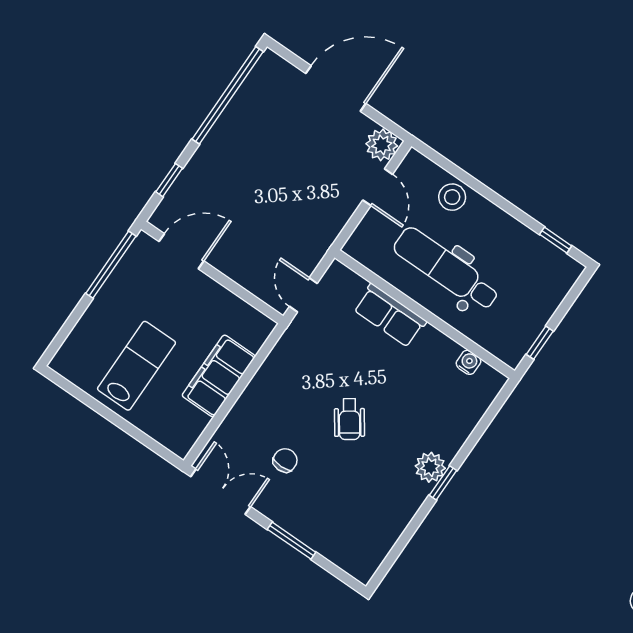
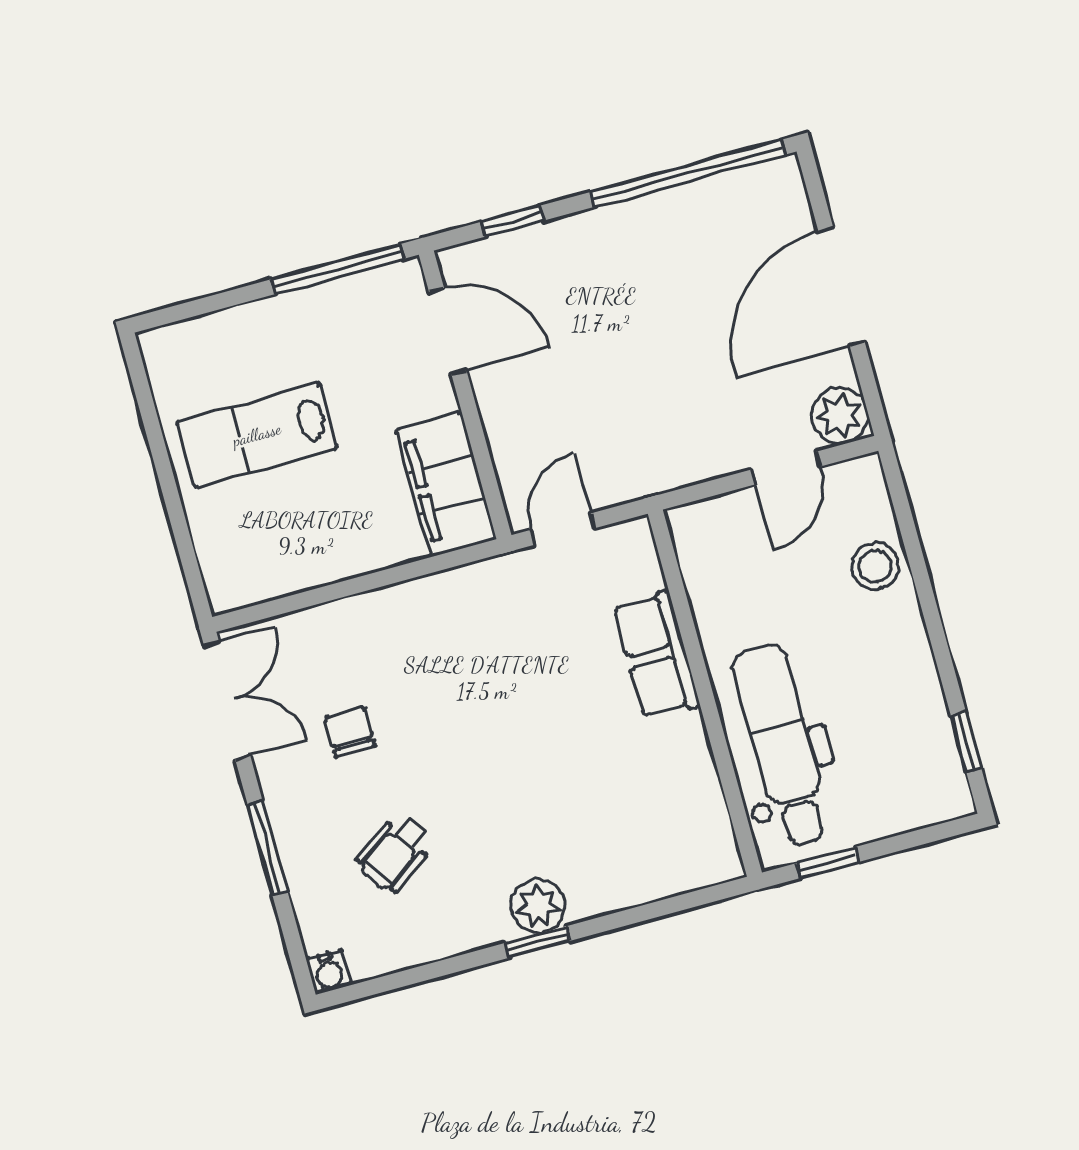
door: (336, 88) -> (842, 287), swing flipped
dental chair: (446, 269) -> (782, 746), moved
water cooler: (469, 362) -> (328, 972), moved, turned 90
lab bench: (137, 366) -> (257, 435), turned 180
filing cabinet: (219, 376) -> (446, 484), moved, turned -90
wheelchair: (349, 419) -> (395, 853), moved
chair: (285, 460) -> (350, 732), turned -90

